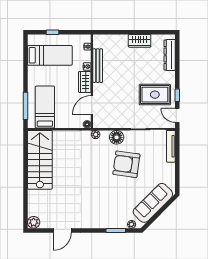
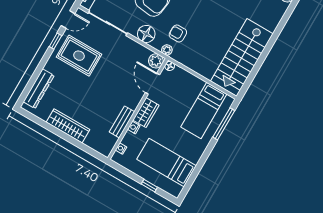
wardrobe: (140, 41) -> (68, 126), width x1.50
bench: (98, 66) -> (122, 122), width x0.73
door: (92, 105) -> (152, 84), swing flipped
door: (177, 115) -> (68, 20), hinge flipped
plant: (99, 122) -> (156, 61), added
armchair: (95, 151) -> (178, 33), added

